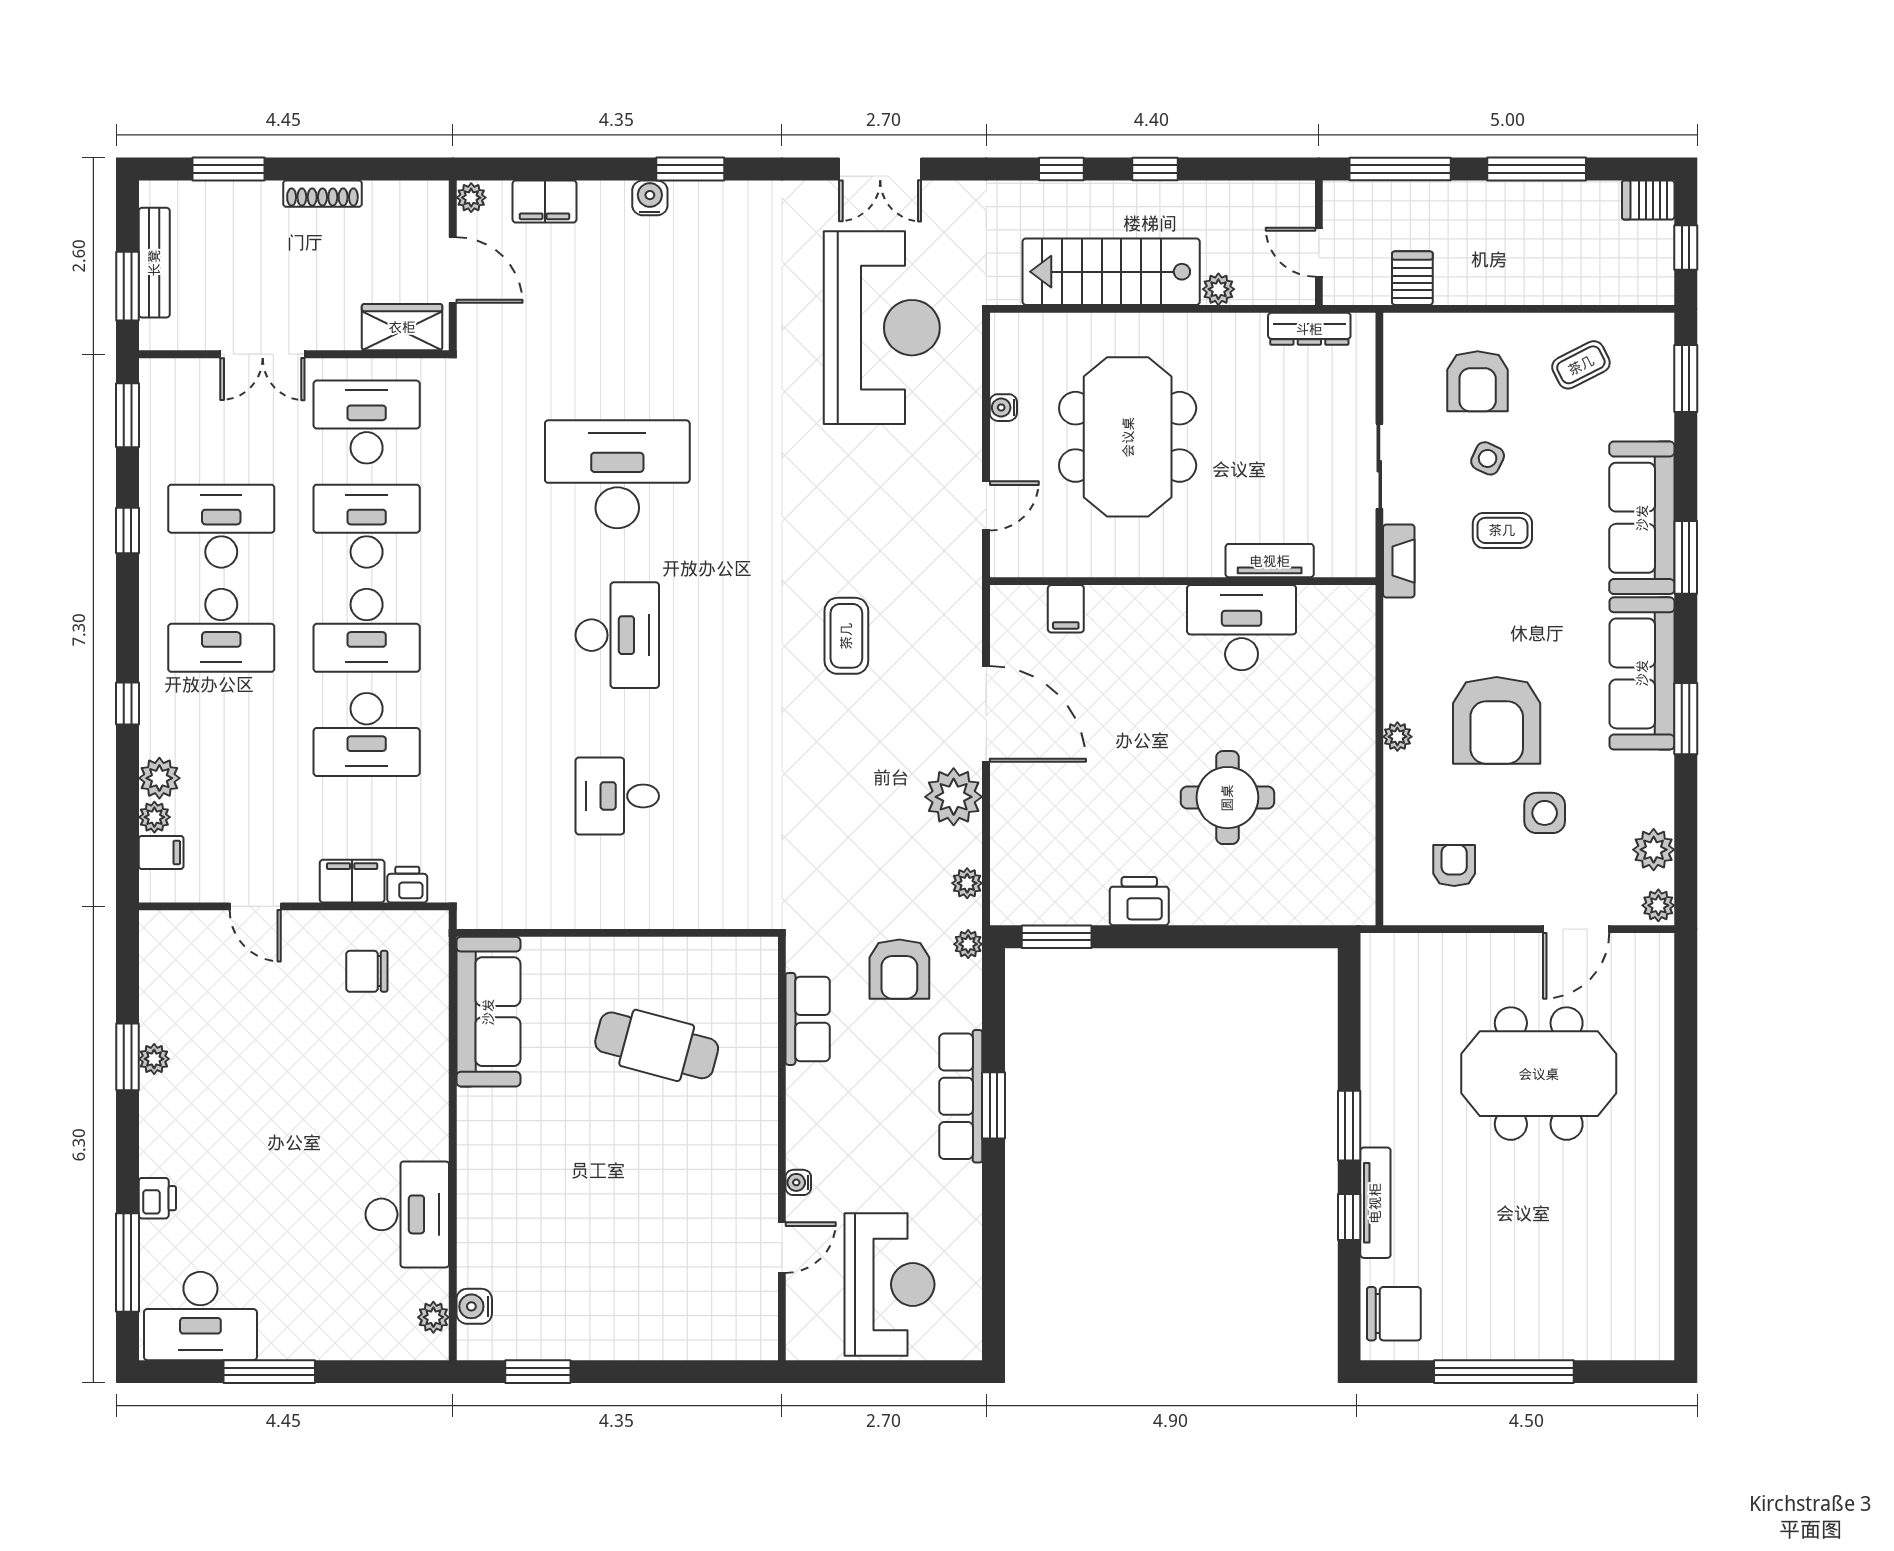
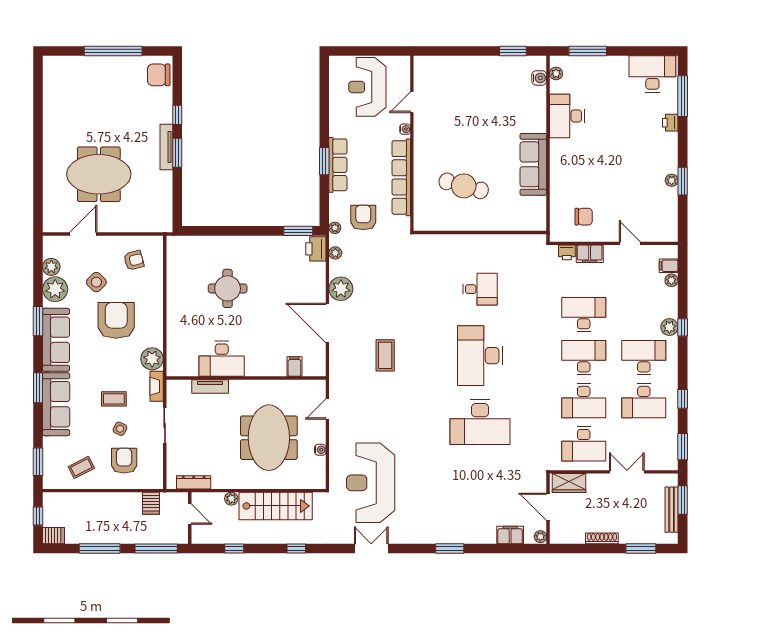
window: (1155, 169) -> (234, 548), moved
water cooler: (650, 198) -> (467, 537), removed
desk: (617, 635) -> (480, 356), width x1.36, depth x1.30
plant: (1397, 737) -> (152, 359), moved, width x1.88, depth x1.88
plant: (159, 778) -> (669, 327), moved
side table: (1545, 813) -> (96, 282), turned 45
armchair: (1454, 866) -> (134, 260), turned -105
printer: (1139, 901) -> (316, 249), moved, turned 90
plant: (1658, 905) -> (55, 289), moved, width x1.87, depth x1.87
sofa: (488, 1012) -> (533, 164), moved
row of seats: (808, 1019) -> (401, 177), width x2.02
tv unit: (1375, 1203) -> (166, 147), moved
window: (269, 1372) -> (588, 51), moved

